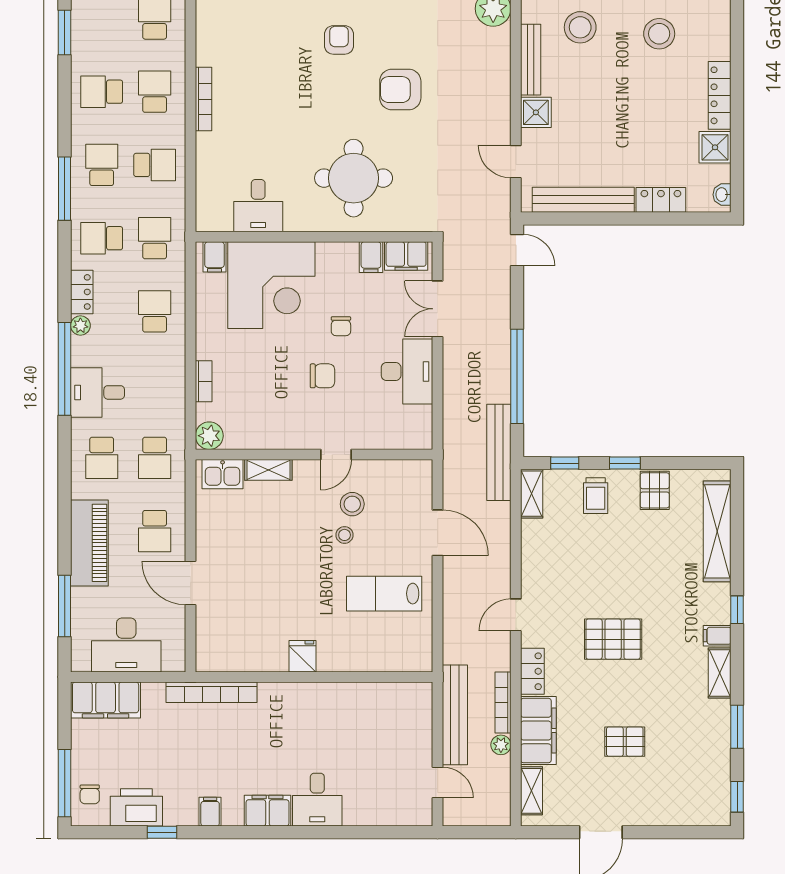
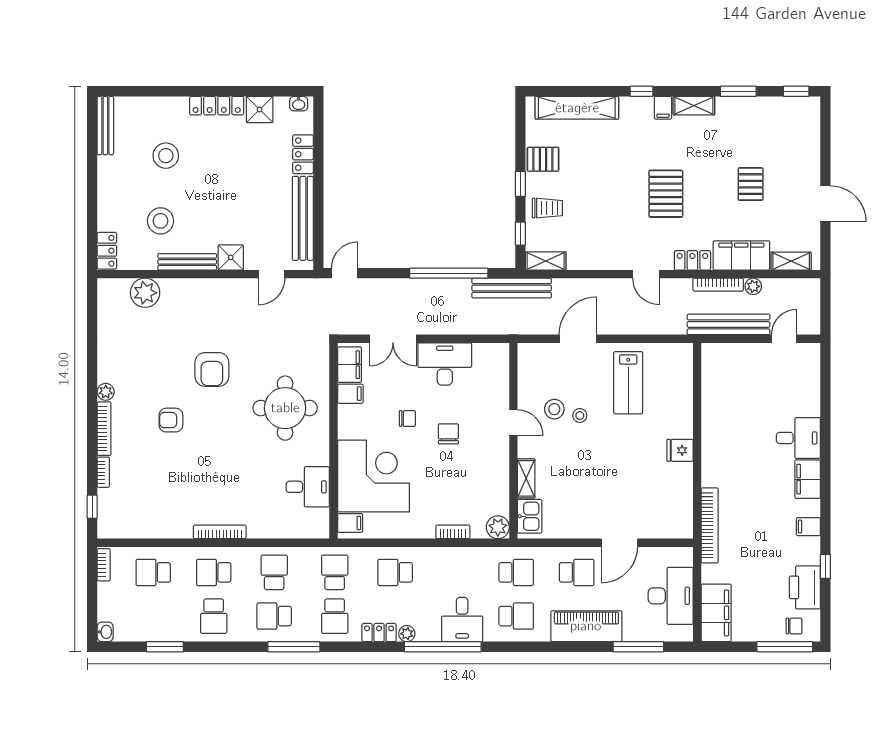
school desk: (155, 238) -> (335, 572), turned 90

